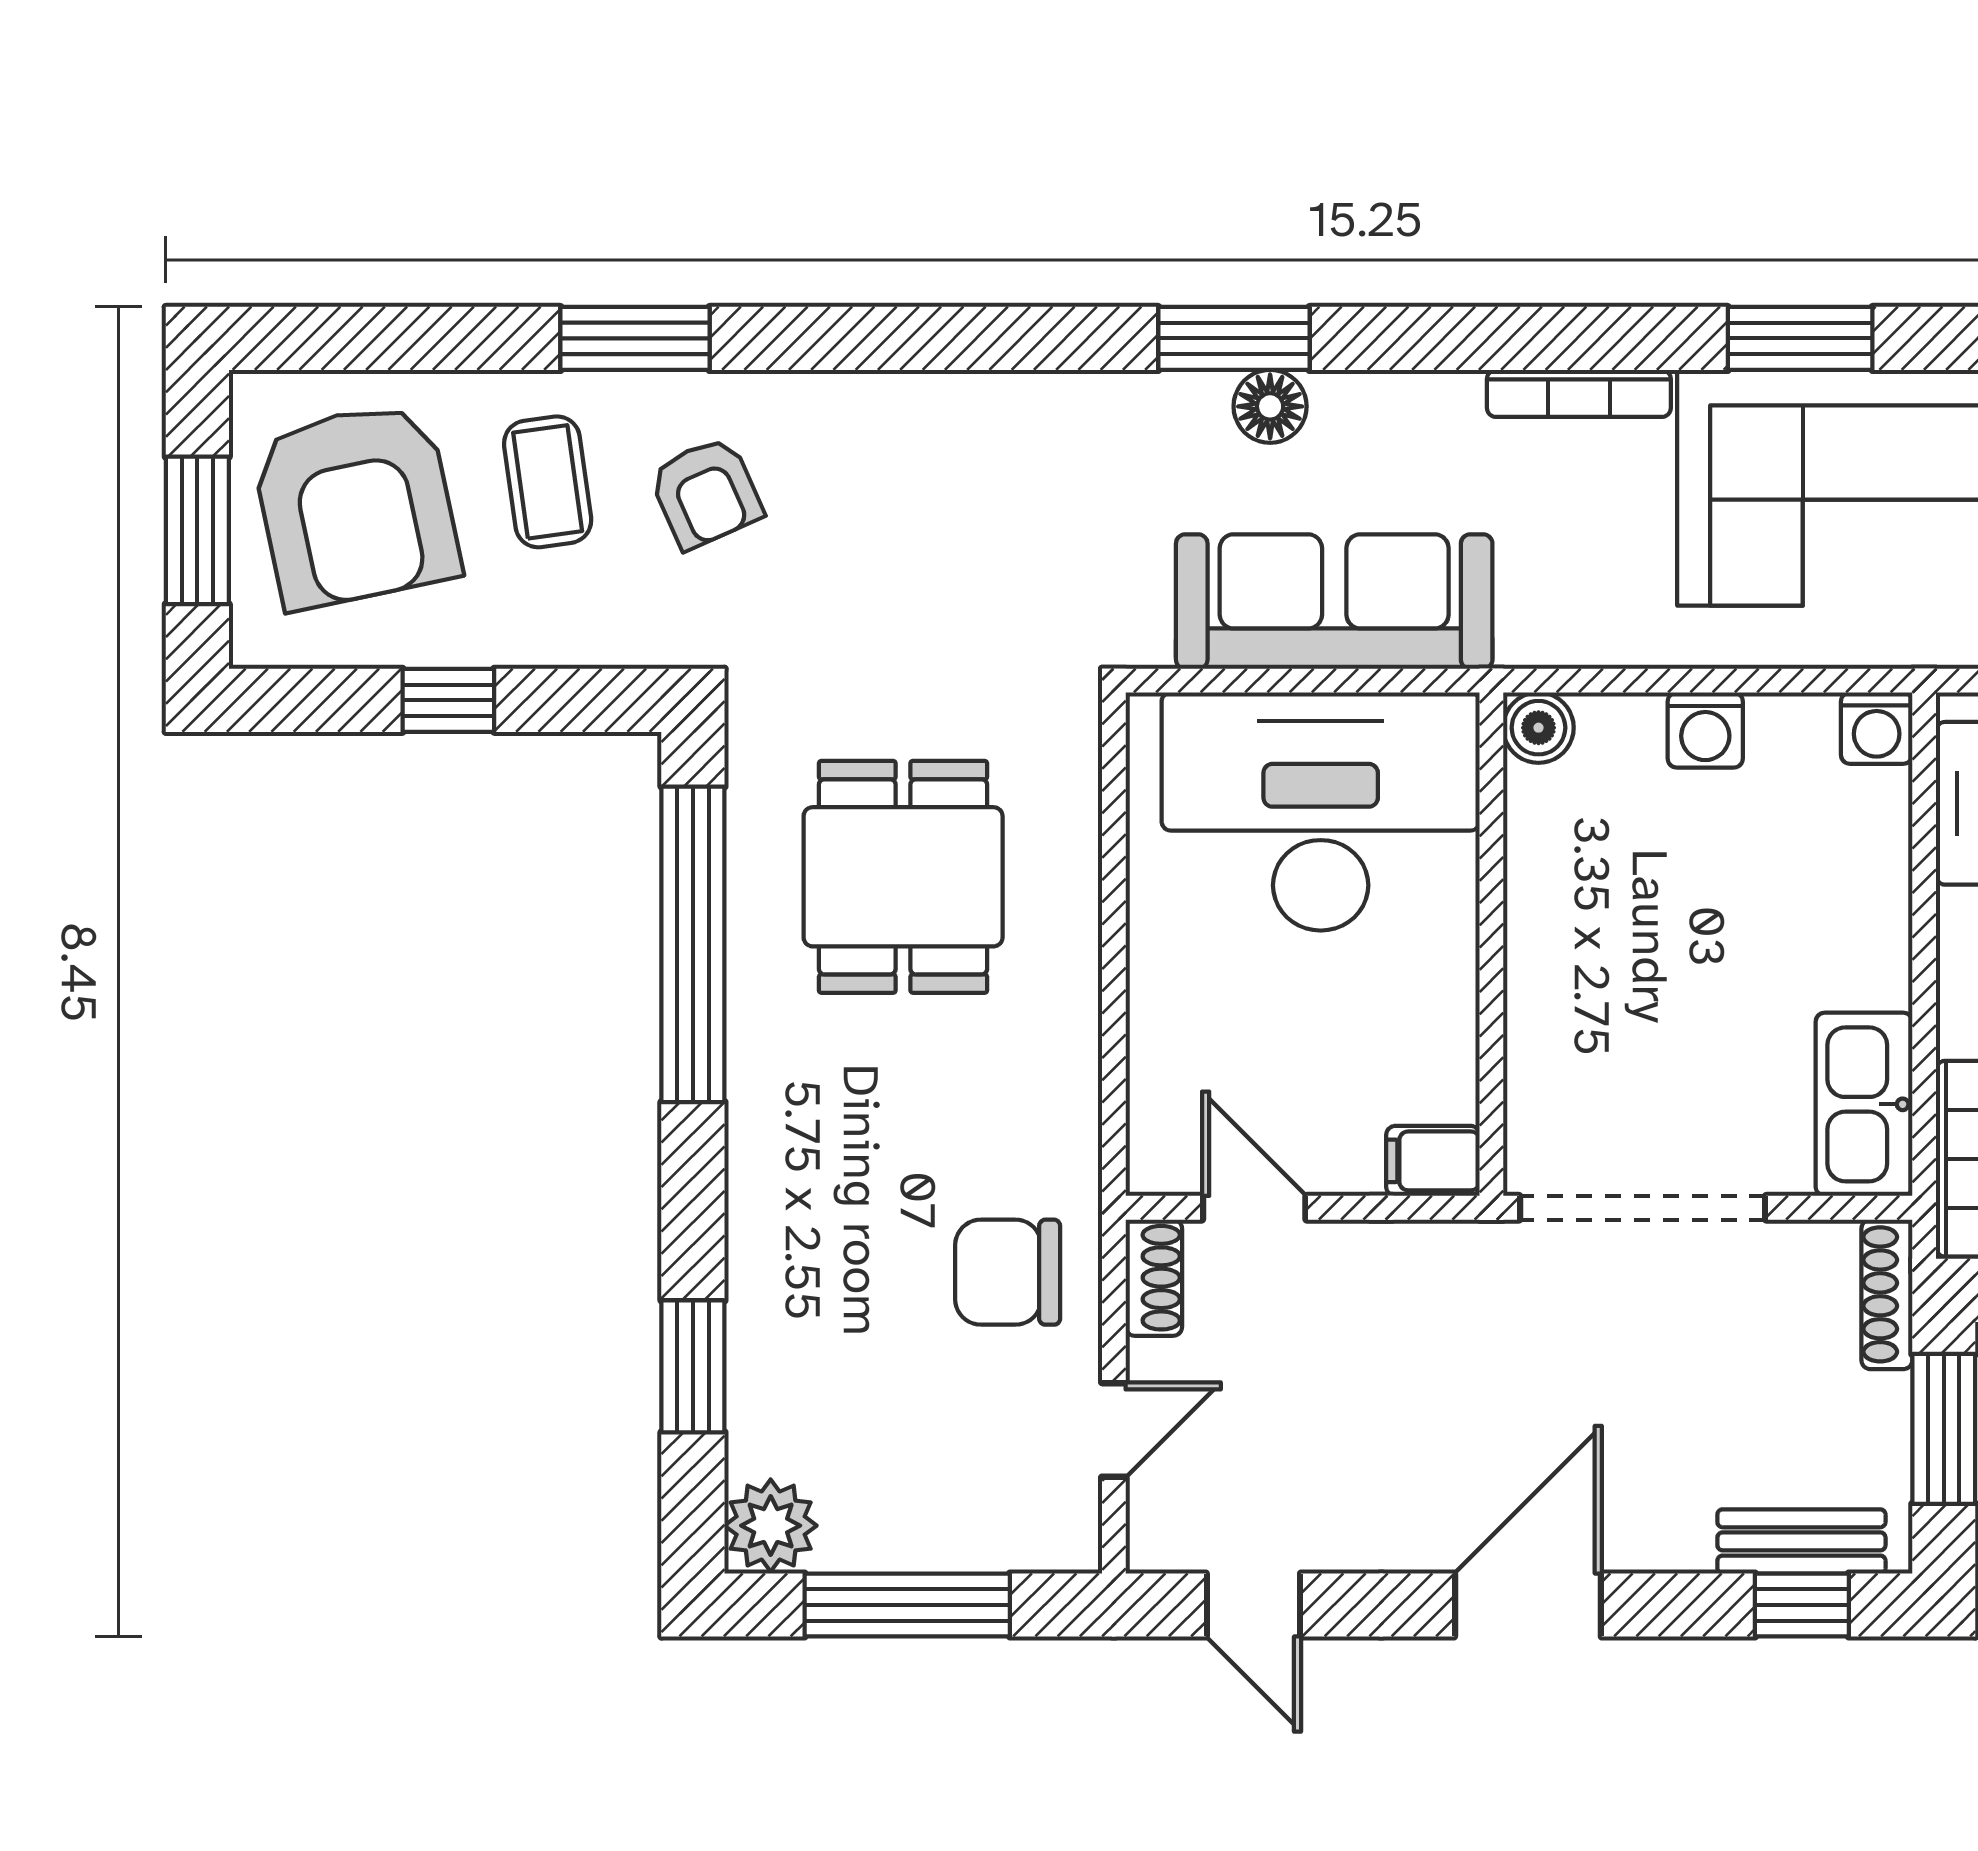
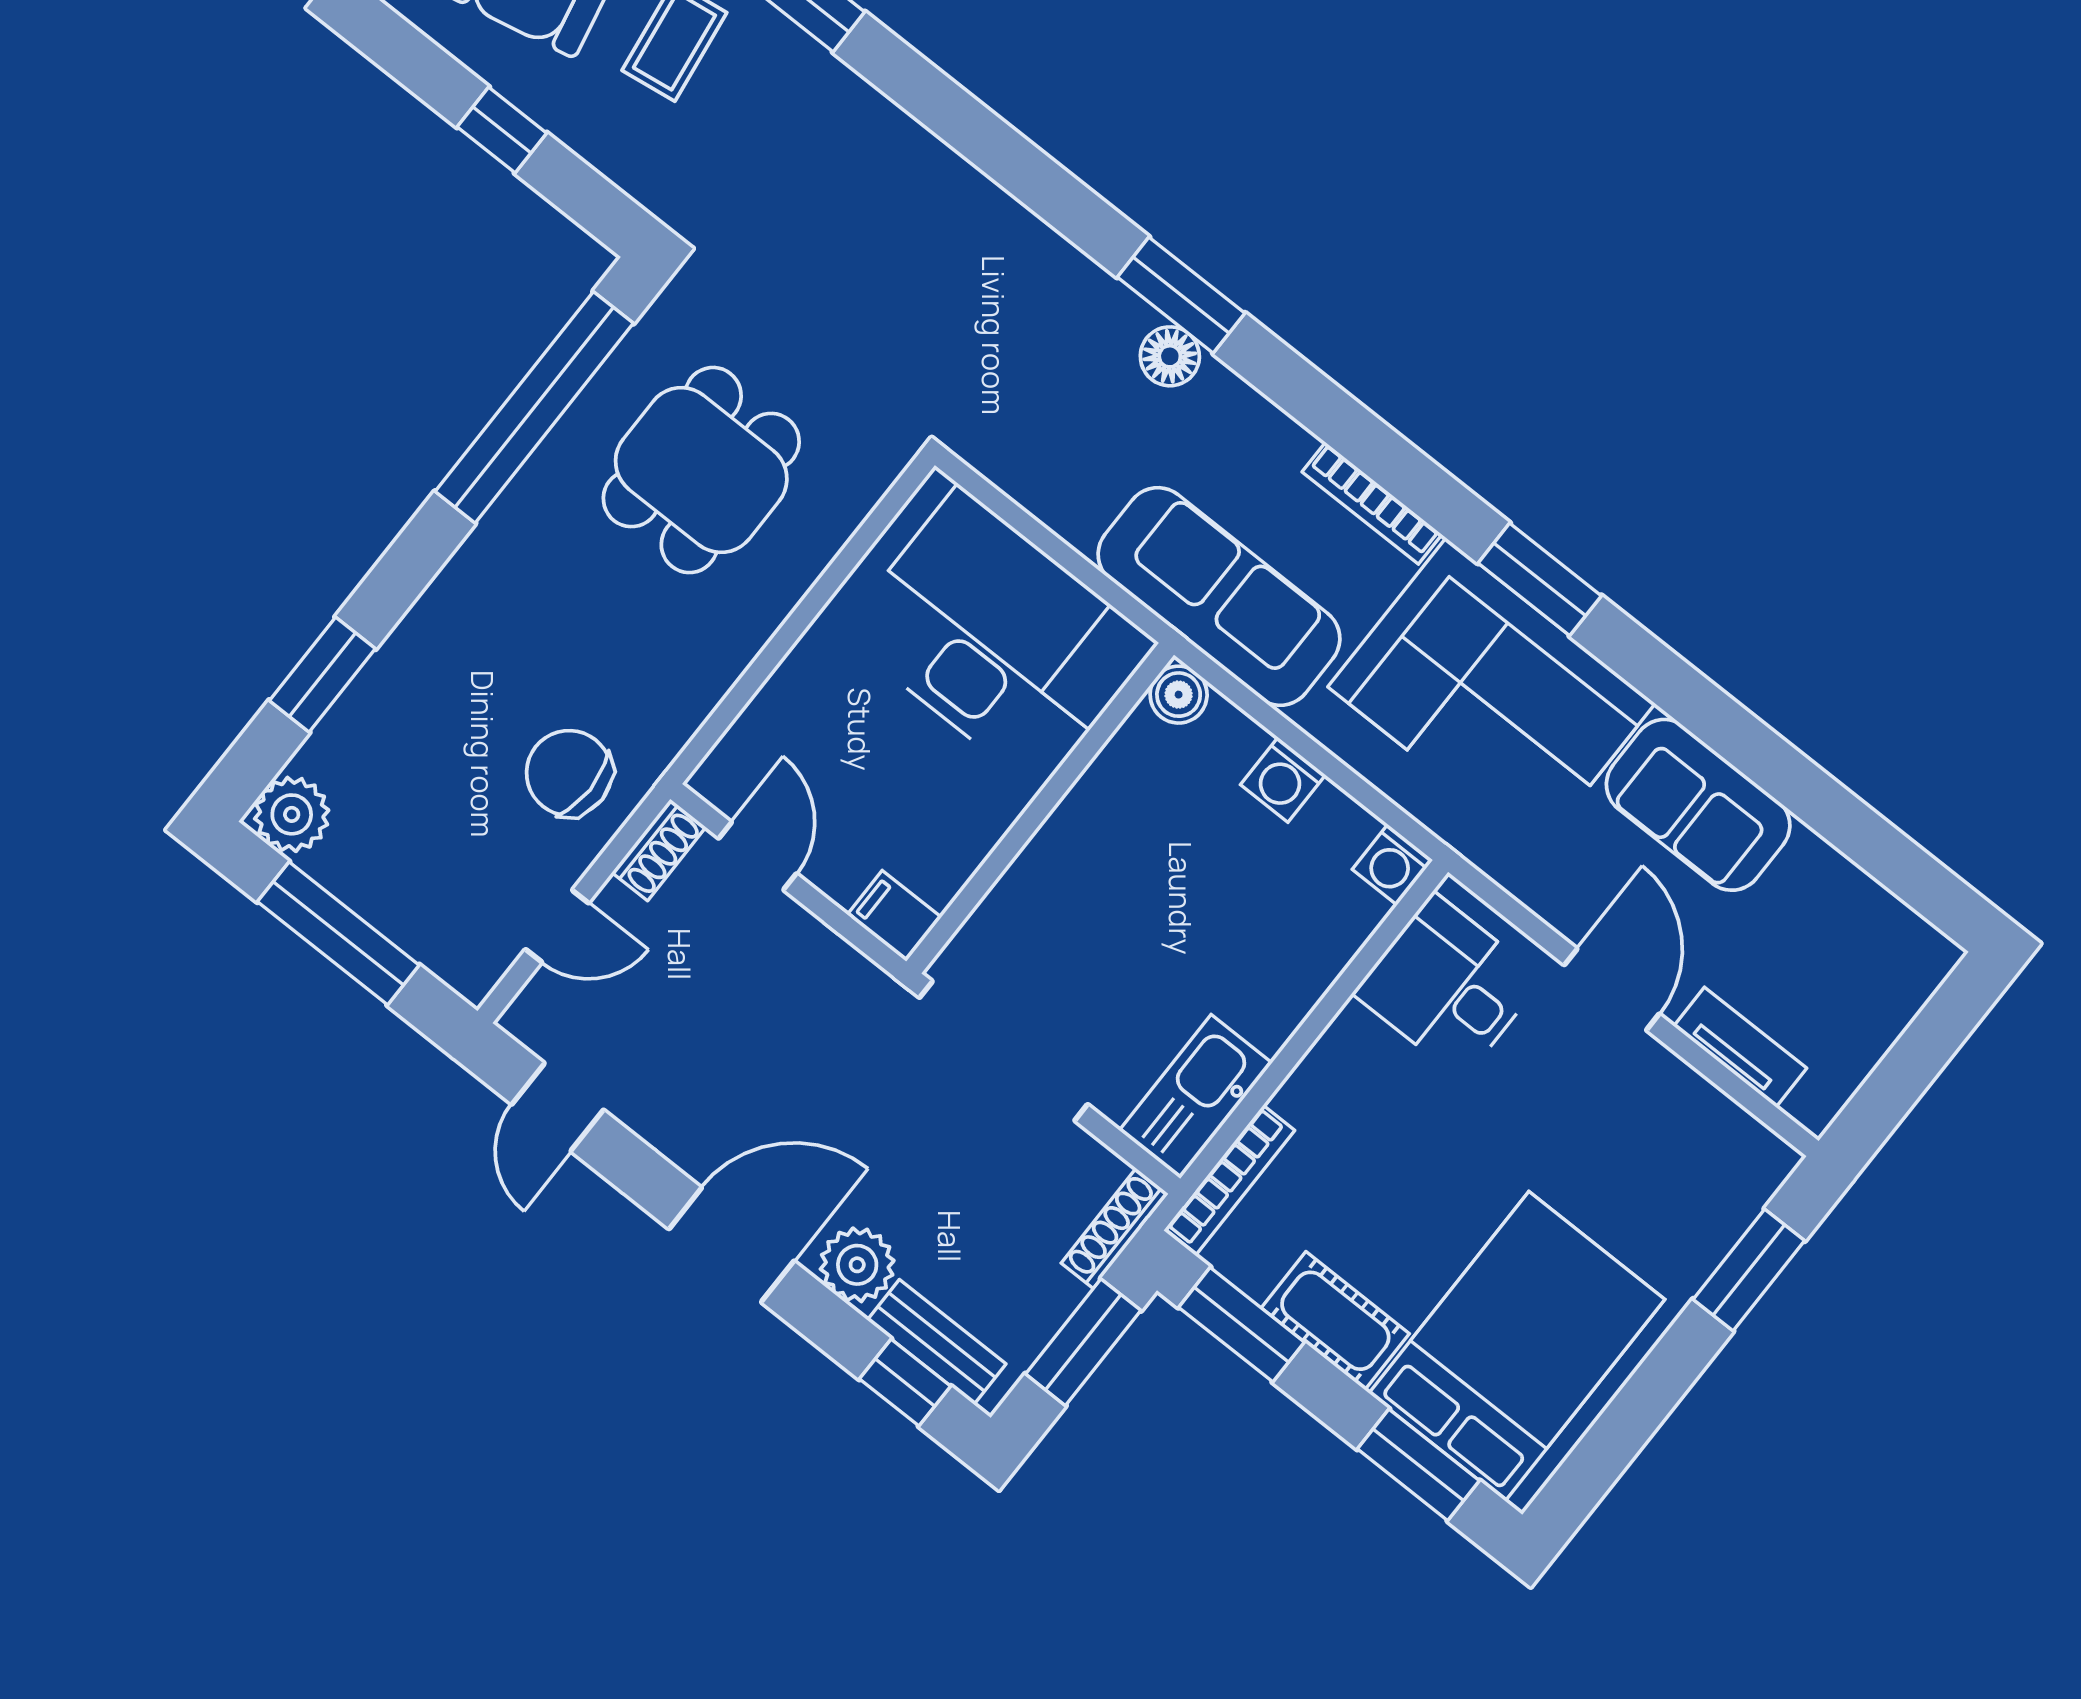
armchair: (706, 493) -> (769, 128), removed
sofa: (1334, 602) -> (1219, 597), moved
plant: (1665, 1528) -> (857, 1265), added

